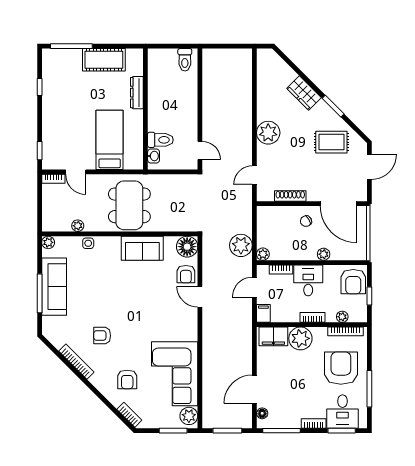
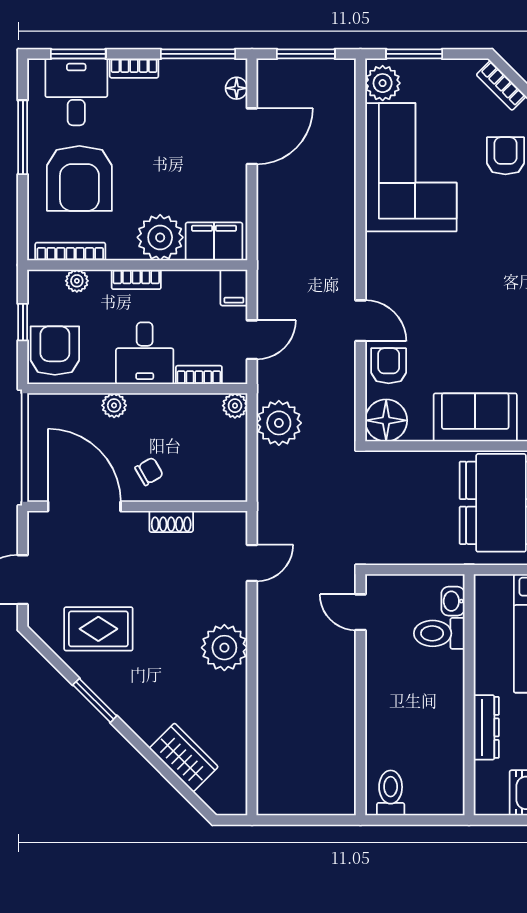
wardrobe: (304, 93) -> (184, 757), moved
shoe rack: (290, 196) -> (171, 521), width x0.70

